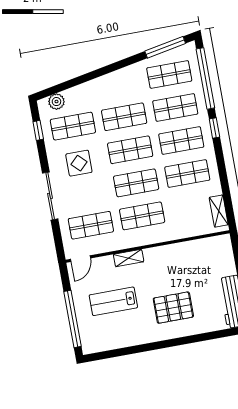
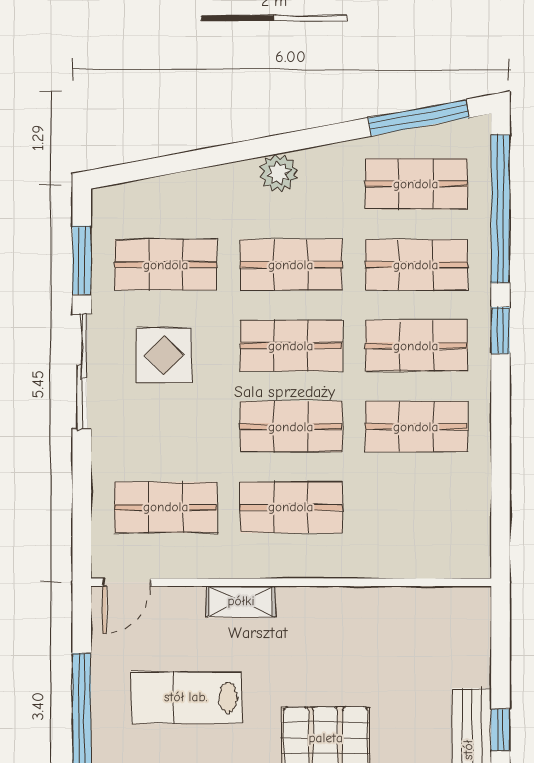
plant: (56, 102) -> (278, 173), moved
window: (38, 130) -> (82, 260), width x1.50
sliding door: (50, 196) -> (82, 372), moved
shelving: (219, 211) -> (475, 529), removed

